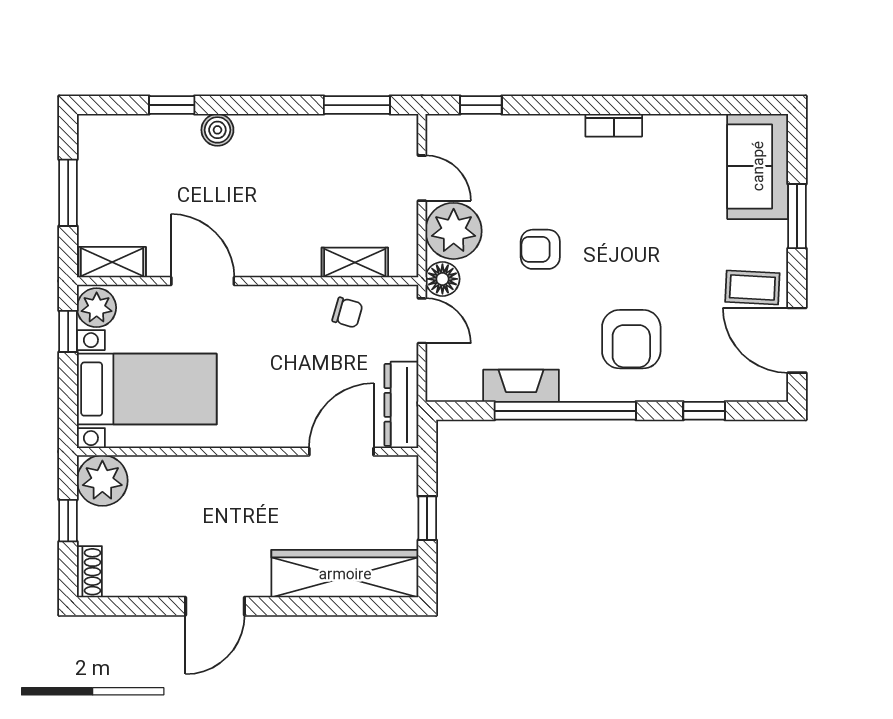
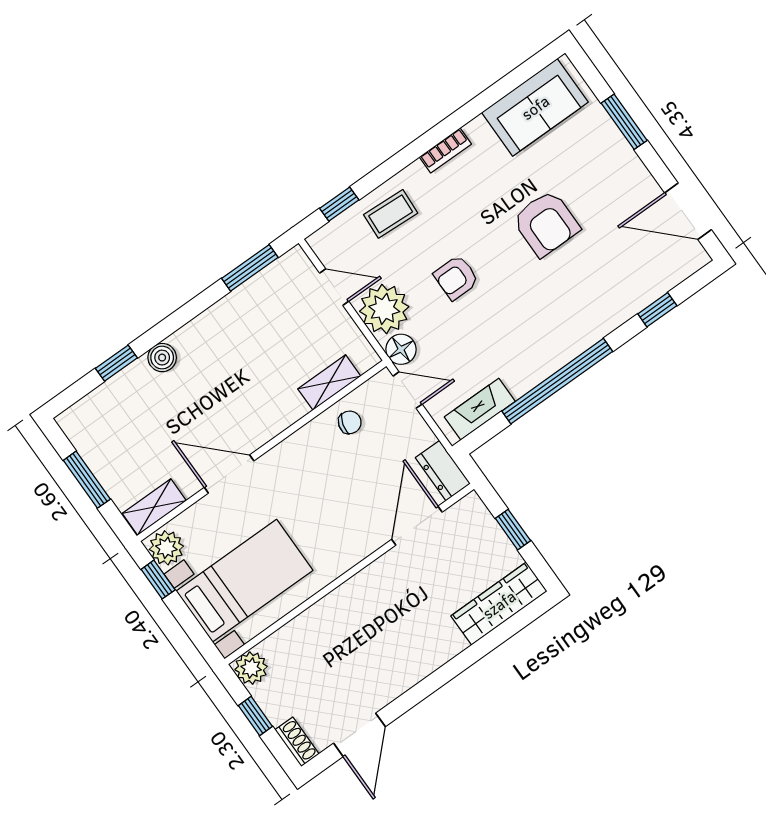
sofa: (758, 166) -> (535, 107), moved, turned -90
coffee table: (752, 288) -> (391, 214), moved
armchair: (631, 339) -> (546, 223), moved
fireplace: (521, 386) -> (480, 409), moved
dresser: (401, 405) -> (443, 471), width x0.70
plant: (102, 481) -> (251, 668), width x0.73, depth x0.73
wardrobe: (345, 574) -> (499, 604), width x0.71, depth x0.85
door: (215, 606) -> (359, 735), moved

